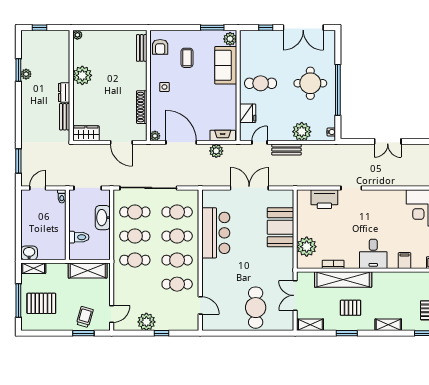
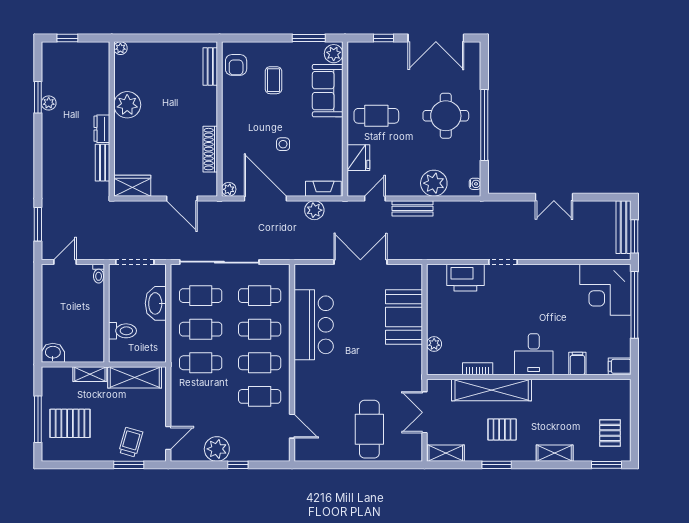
side table: (164, 87) -> (283, 144), moved
plant: (307, 247) -> (434, 344), width x0.53, depth x0.53
shelving: (34, 268) -> (90, 374), moved

